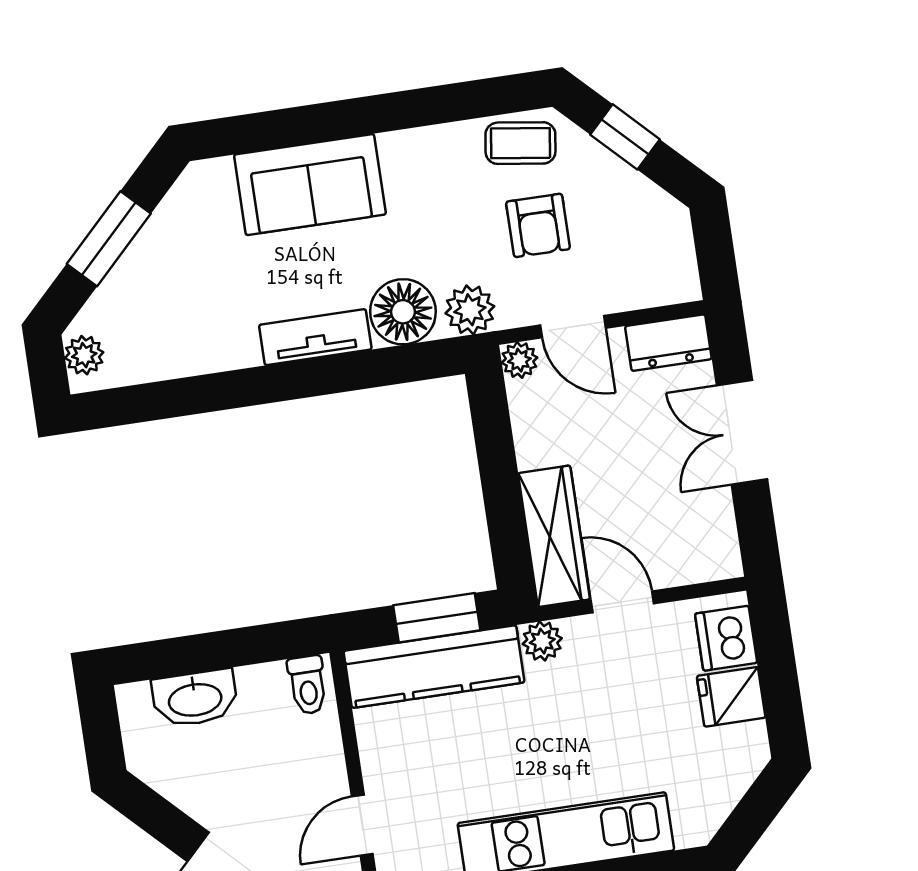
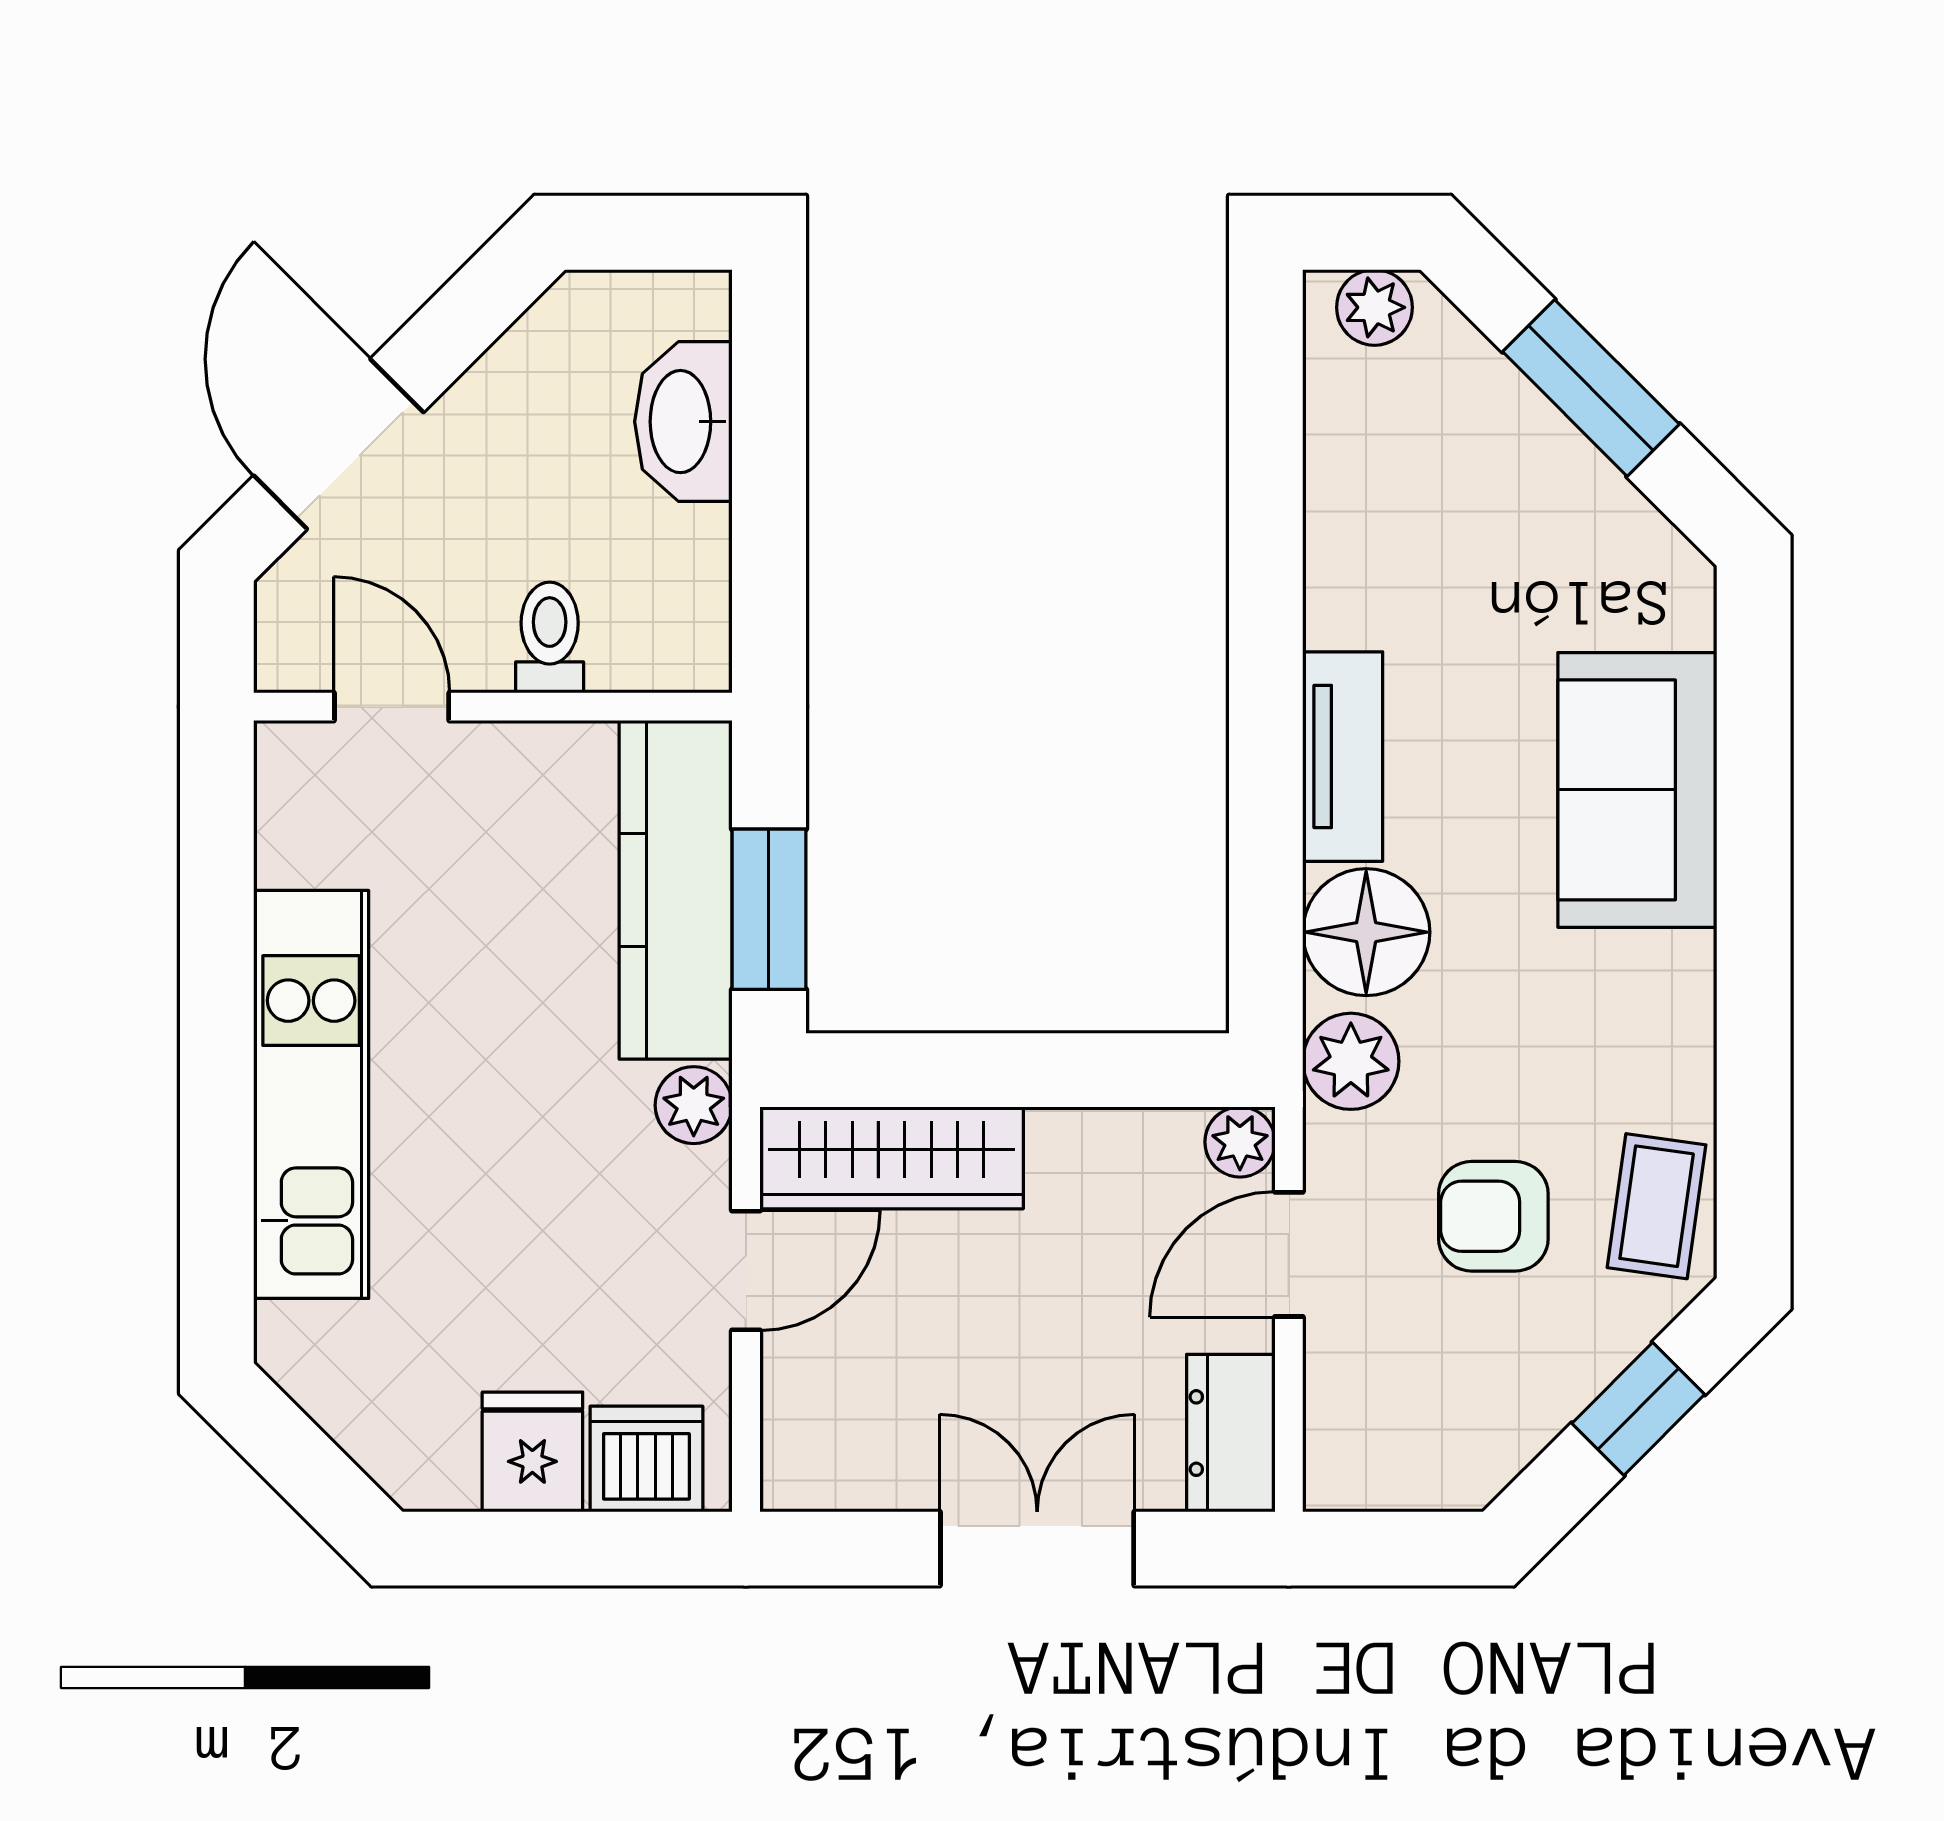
toilet: (308, 685) -> (550, 638), moved, turned 90

